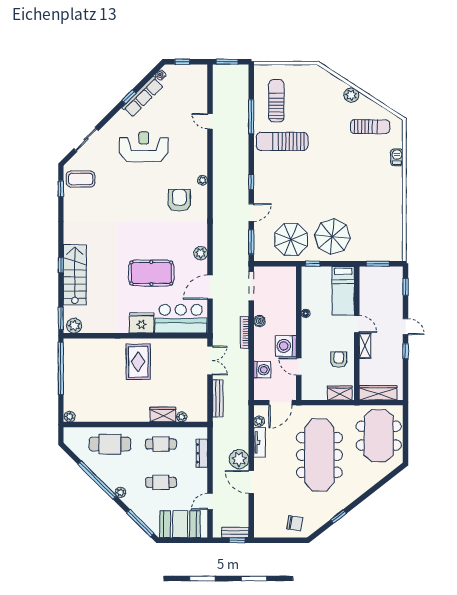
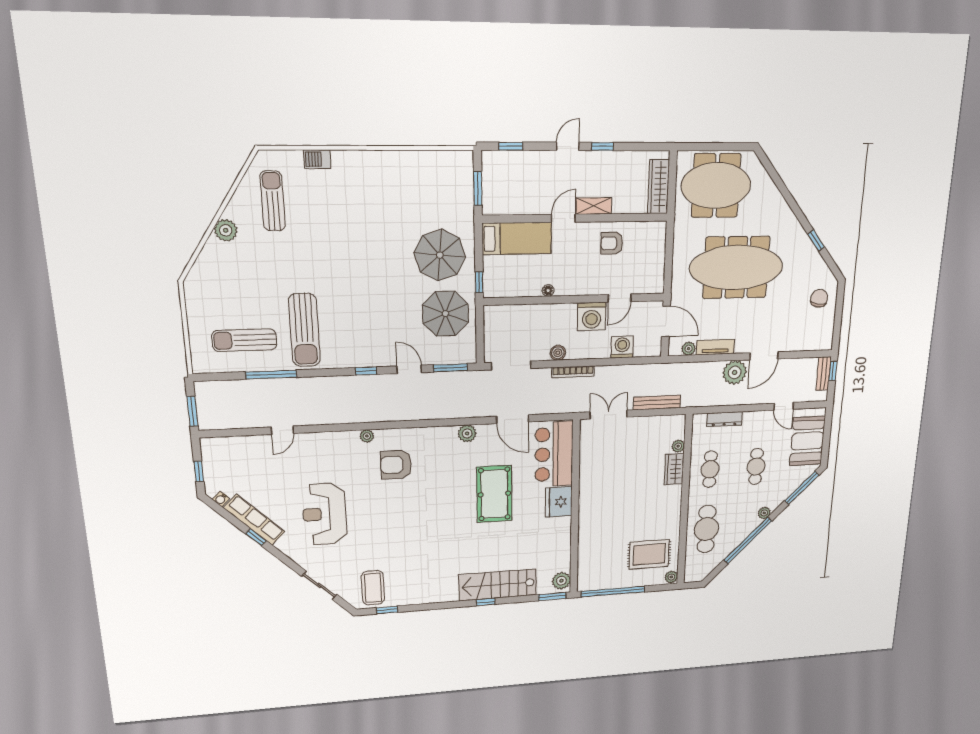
rug: (138, 362) -> (649, 554), moved
wardrobe: (340, 393) -> (657, 241), removed

